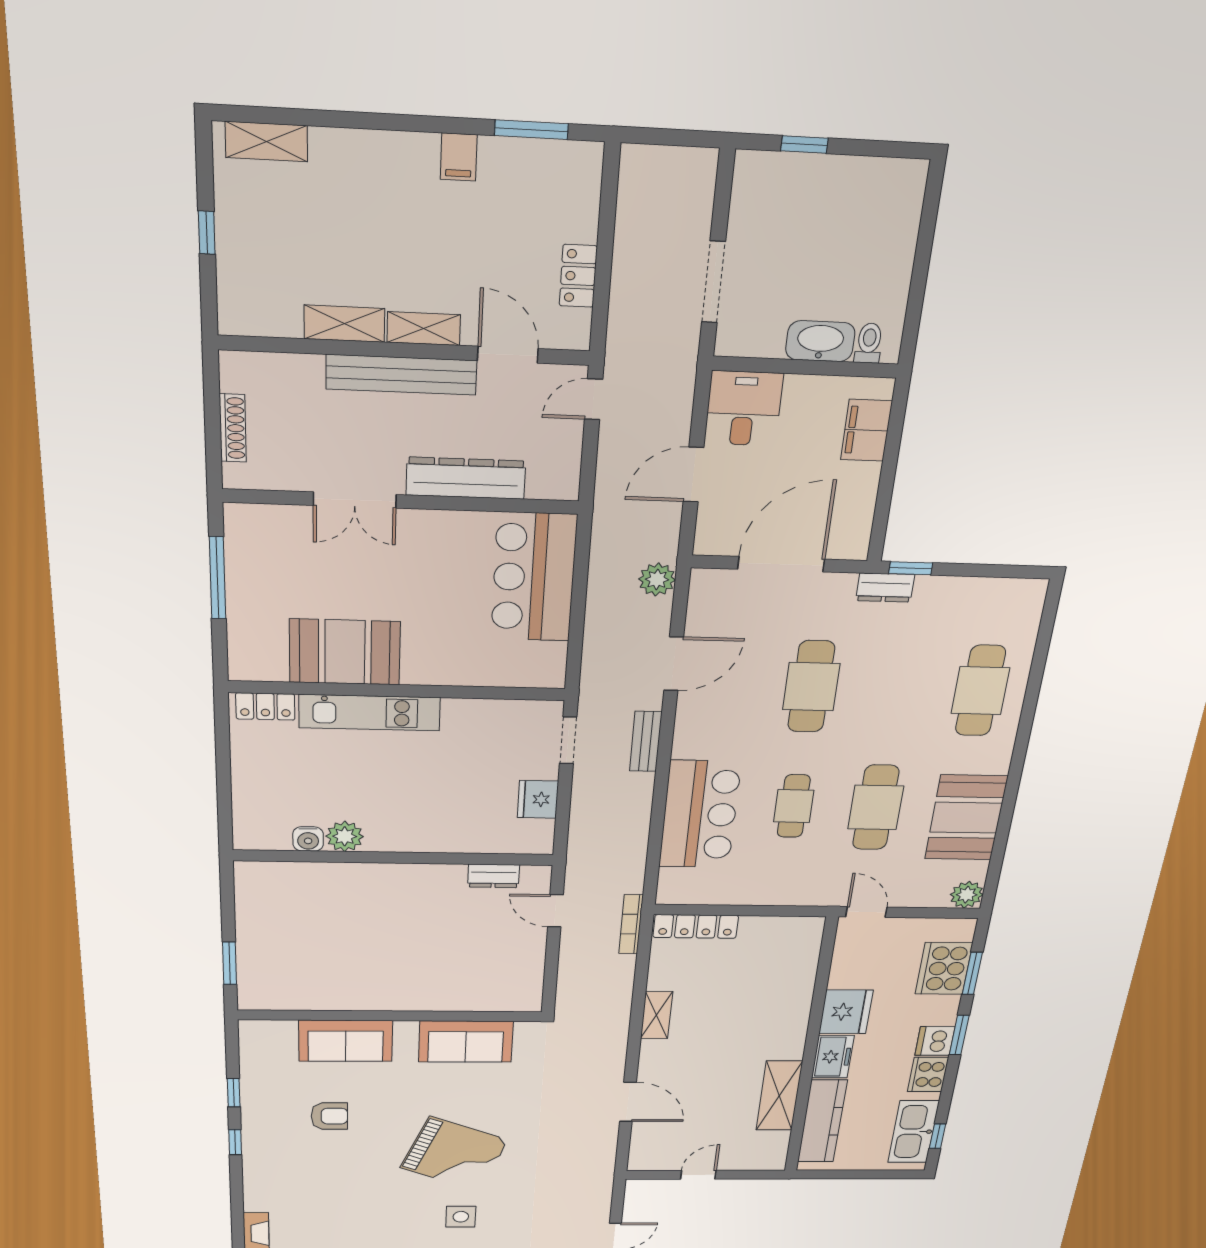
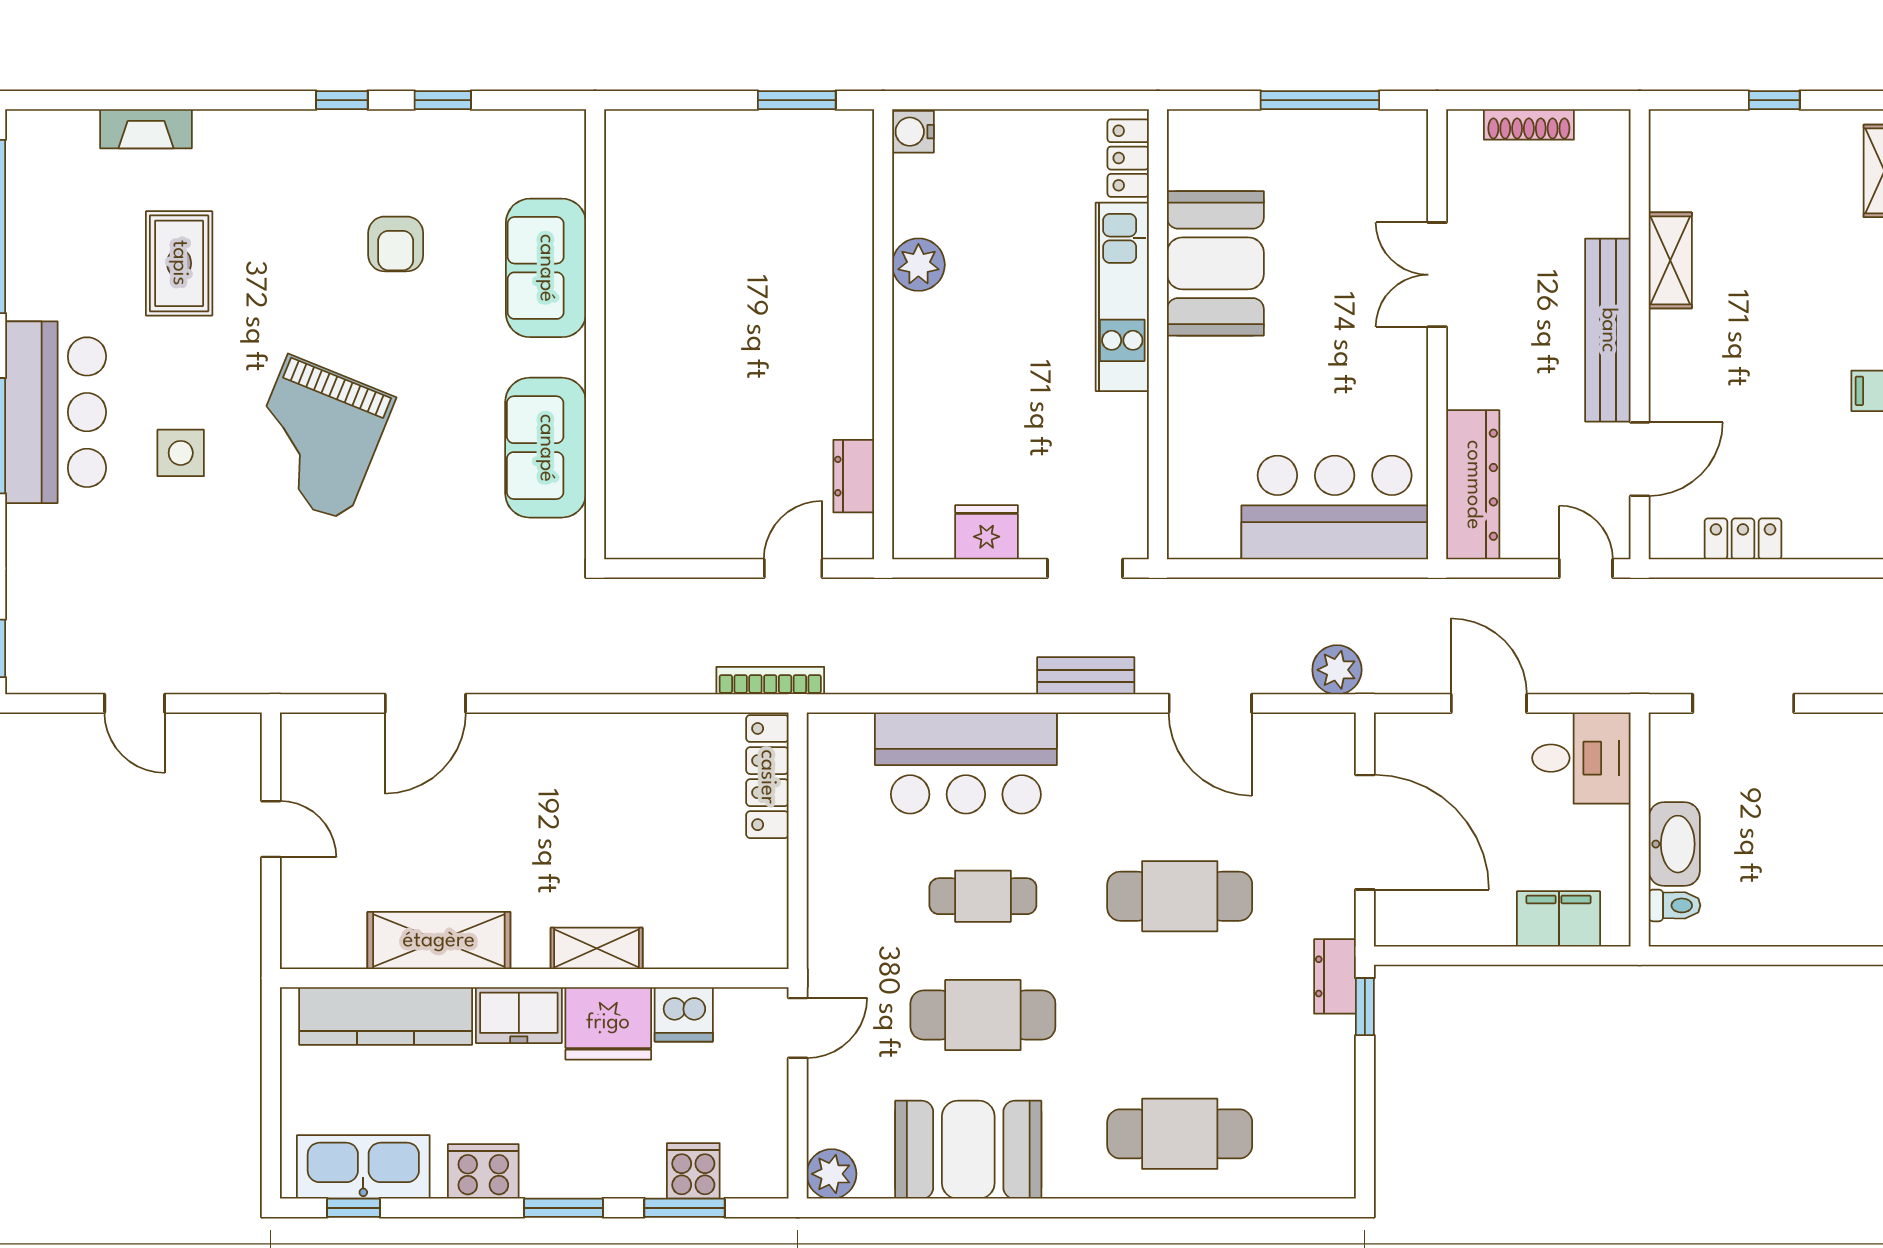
shelving: (424, 329) -> (1668, 356), removed
dresser: (466, 478) -> (1473, 485), moved
water cooler: (308, 839) -> (913, 132), moved
window: (230, 963) -> (797, 100), moved
cooker: (944, 969) -> (693, 1171), width x0.53, depth x0.76
shelving: (657, 1015) -> (597, 948), moved
dishwasher: (935, 1041) -> (684, 1014), moved, turned 180
rug: (341, 1218) -> (179, 263), added

